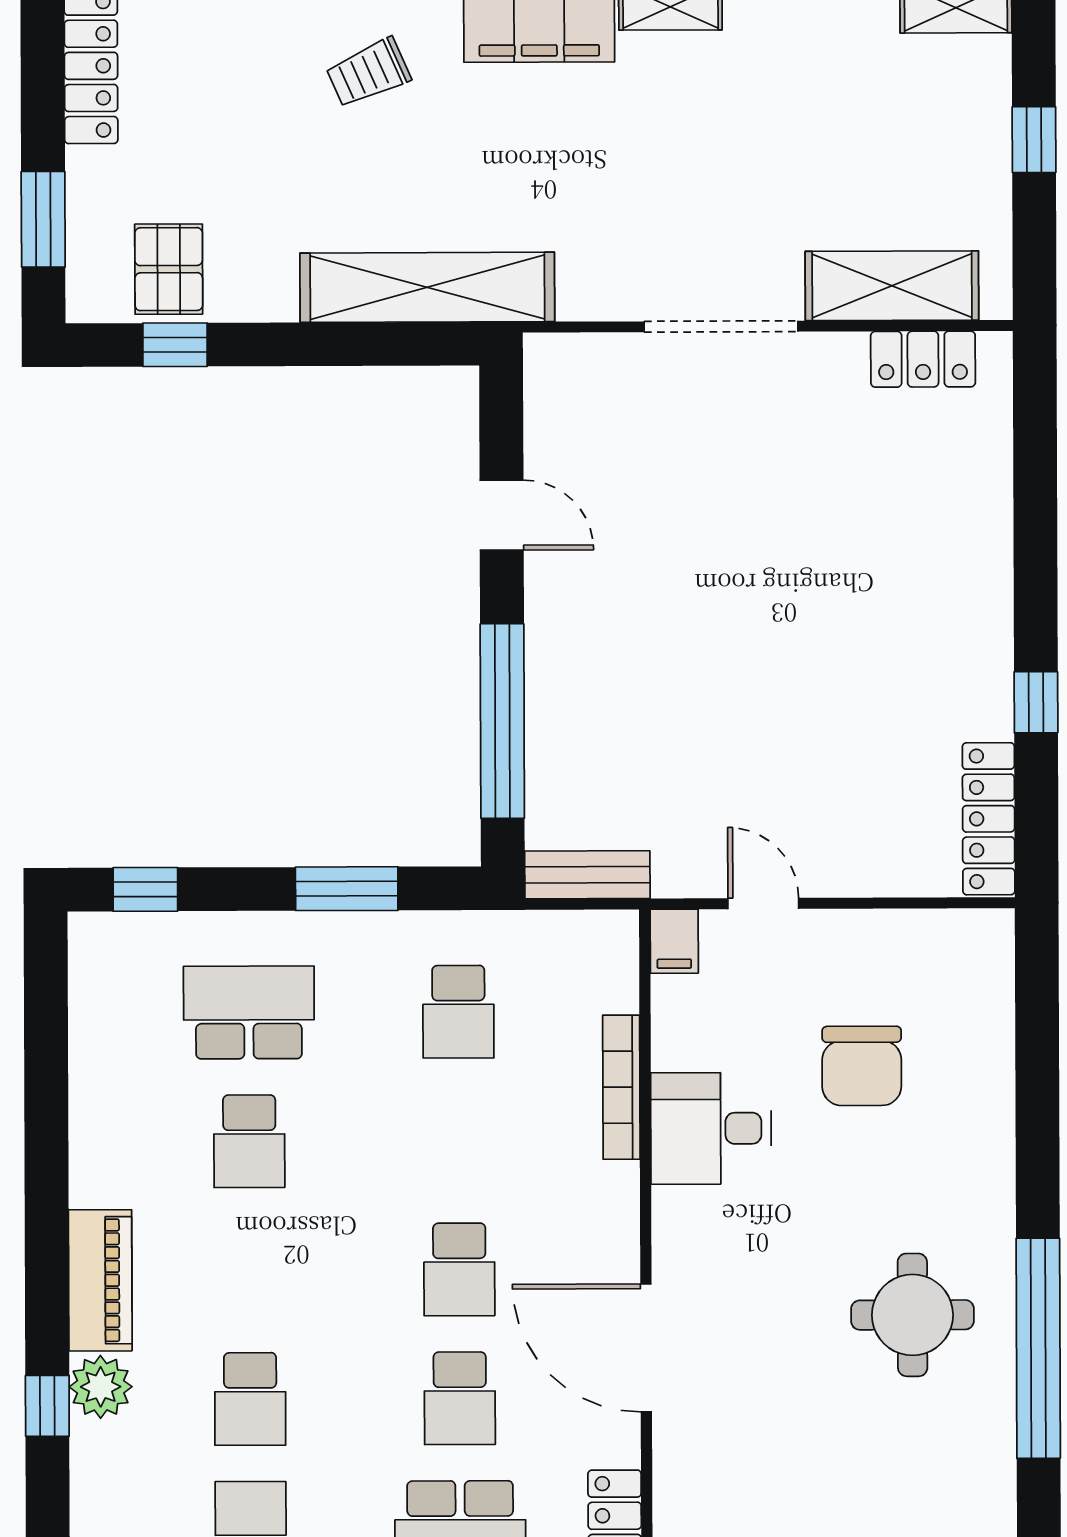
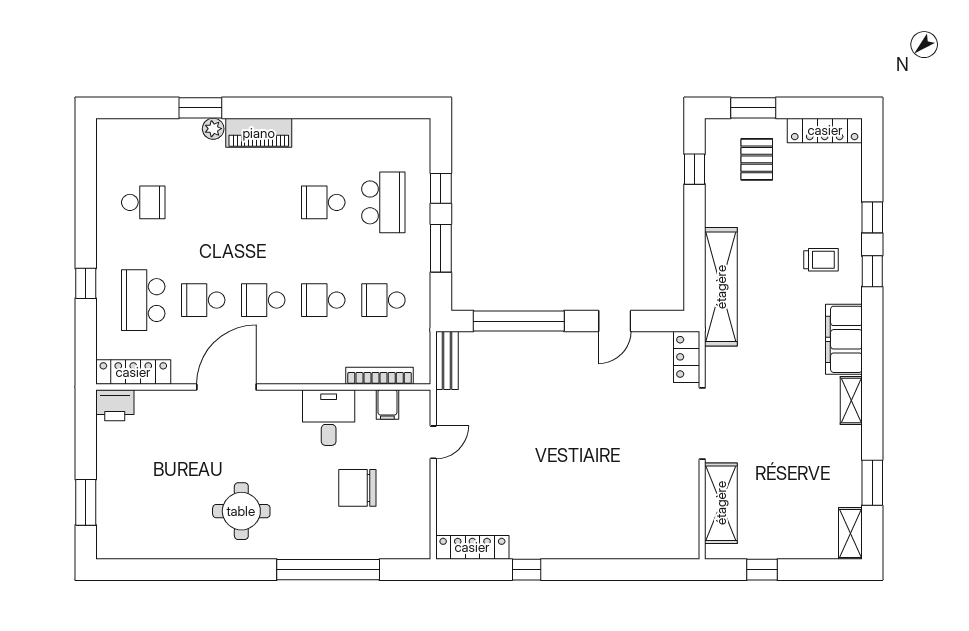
trolley: (369, 73) -> (821, 260), turned 114
window: (1034, 140) -> (762, 570), moved
pallet: (169, 269) -> (757, 159), moved, turned 90
locker: (923, 359) -> (687, 357), moved
window: (145, 889) -> (441, 188), moved
filing cabinet: (674, 941) -> (387, 404), moved, turned -90
bookcase: (621, 1087) -> (380, 376), moved
window: (1038, 1348) -> (328, 570), moved
plant: (101, 1387) -> (213, 129), width x0.73, depth x0.73
school desk: (250, 1399) -> (323, 300), moved
window: (47, 1406) -> (200, 108), width x1.50

